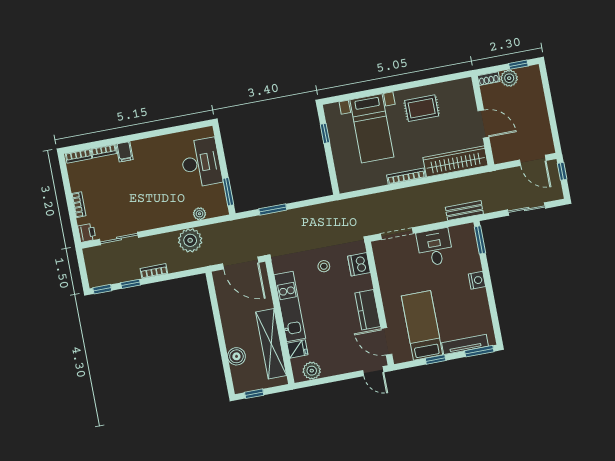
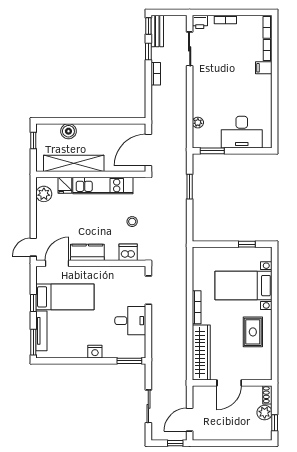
bench: (464, 211) -> (157, 31), moved
plant: (190, 240) -> (176, 110), removed

